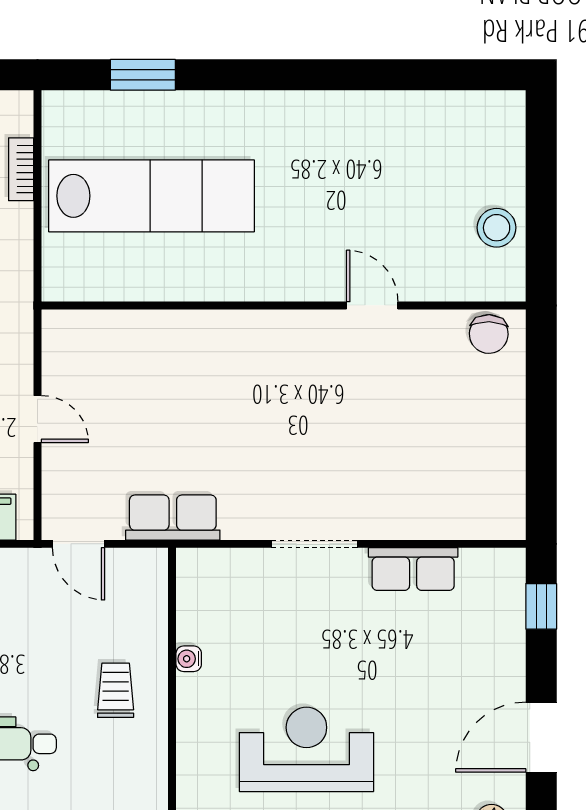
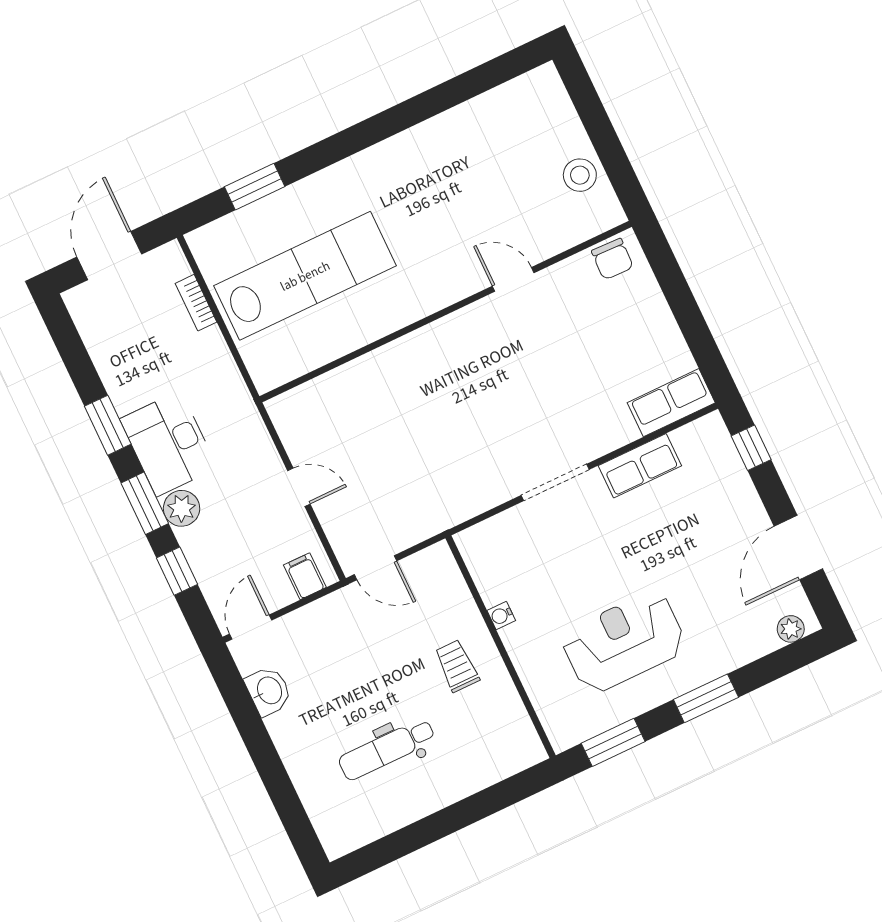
row of seats: (173, 518) -> (671, 403), moved

